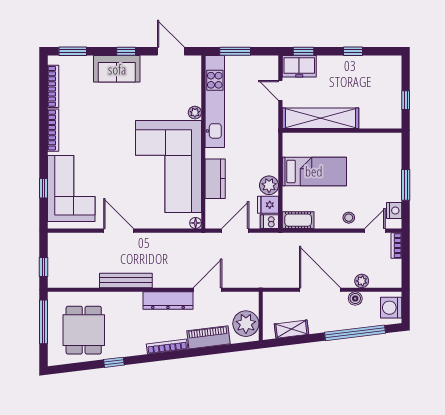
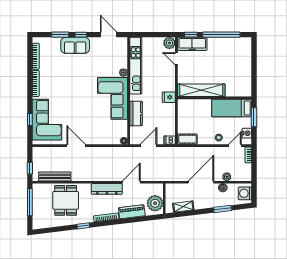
window: (73, 51) -> (60, 35), moved
window: (235, 51) -> (148, 35), removed
window: (353, 51) -> (221, 35), width x3.17
freezer: (299, 66) -> (192, 44), width x1.40
window: (406, 100) -> (254, 65), removed
shelving: (320, 118) -> (201, 90), moved
wall: (342, 131) -> (215, 98), moved
corner sofa: (168, 166) -> (113, 98), width x0.73, depth x0.74
bed: (314, 171) -> (232, 108), moved, turned 180
plant: (269, 185) -> (169, 43), moved
fridge: (268, 205) -> (169, 97), moved
bench: (126, 280) -> (55, 176), moved
door: (320, 290) -> (201, 182), hinge flipped
dining table: (84, 330) -> (66, 200), moved
window: (355, 333) -> (223, 209), width x0.47
window: (114, 362) -> (83, 226), moved

